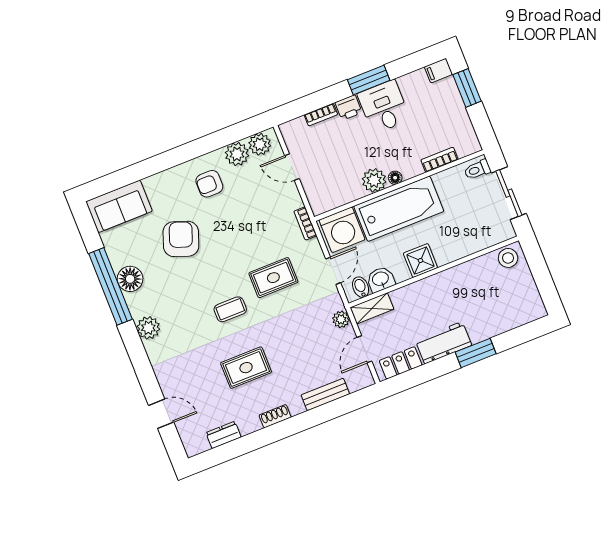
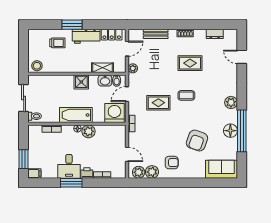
bathtub: (399, 209) -> (76, 115), width x0.73, depth x0.73
shelving: (372, 308) -> (102, 68), moved
trolley: (488, 312) -> (57, 43), added

